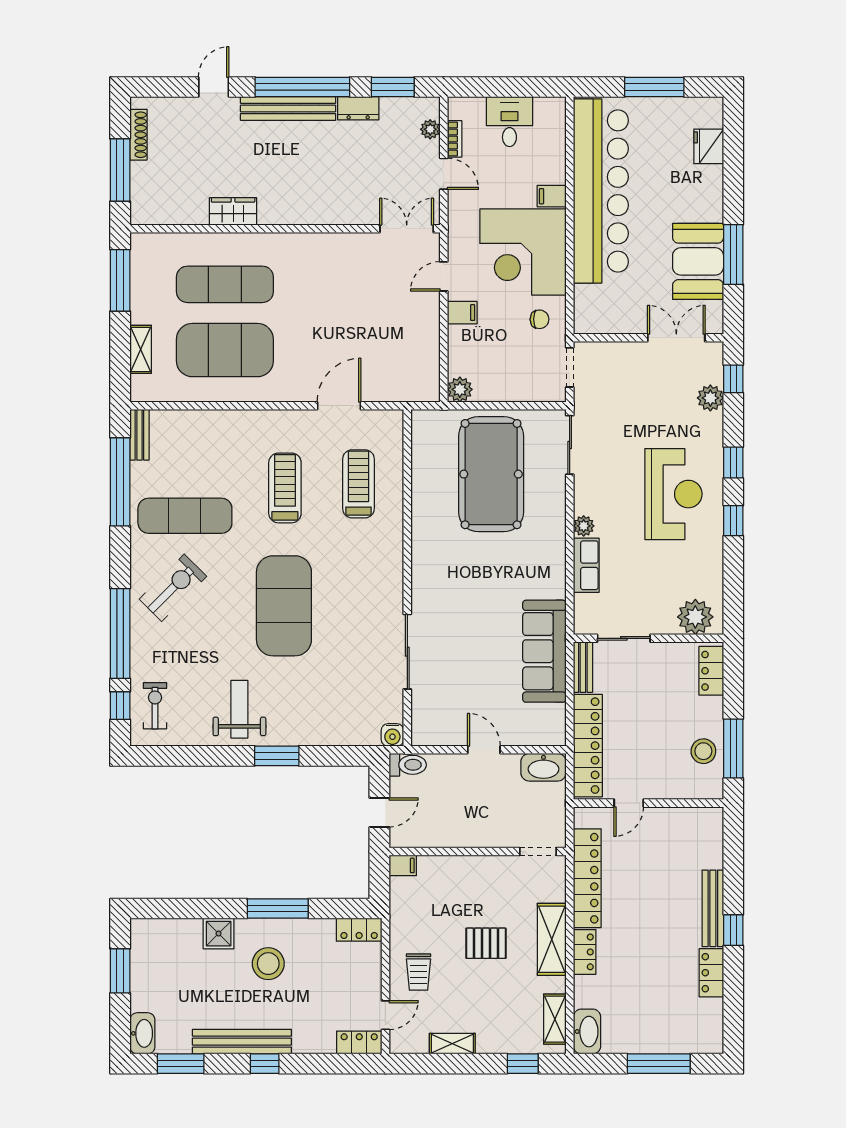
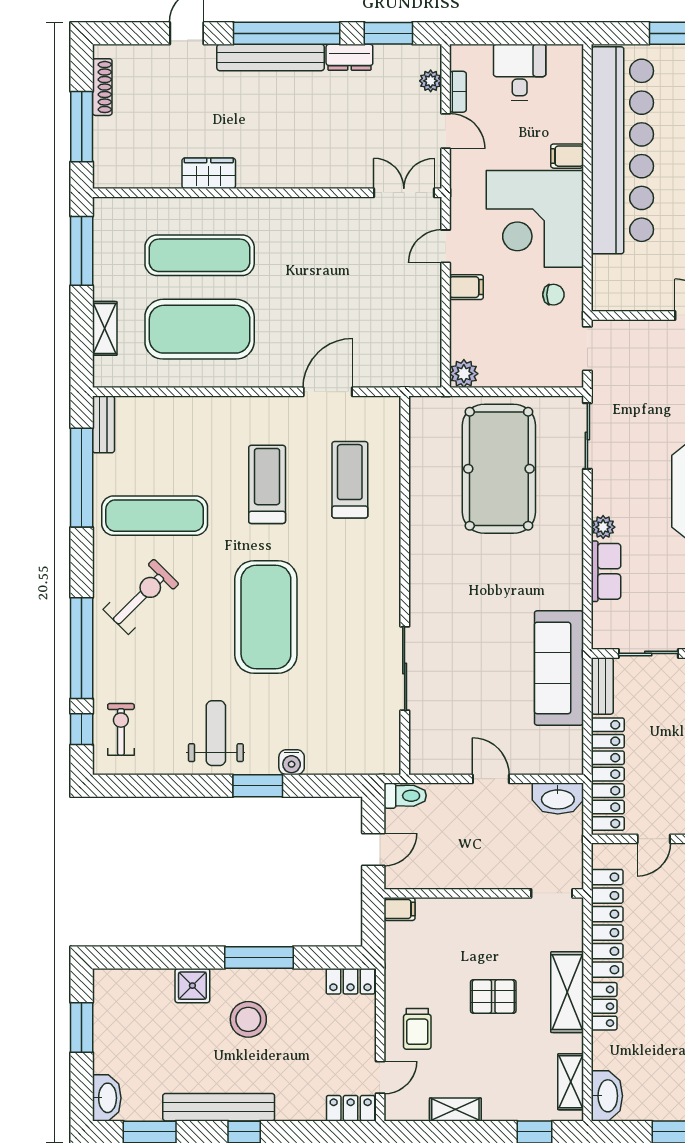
water cooler: (392, 735) -> (292, 762), moved

